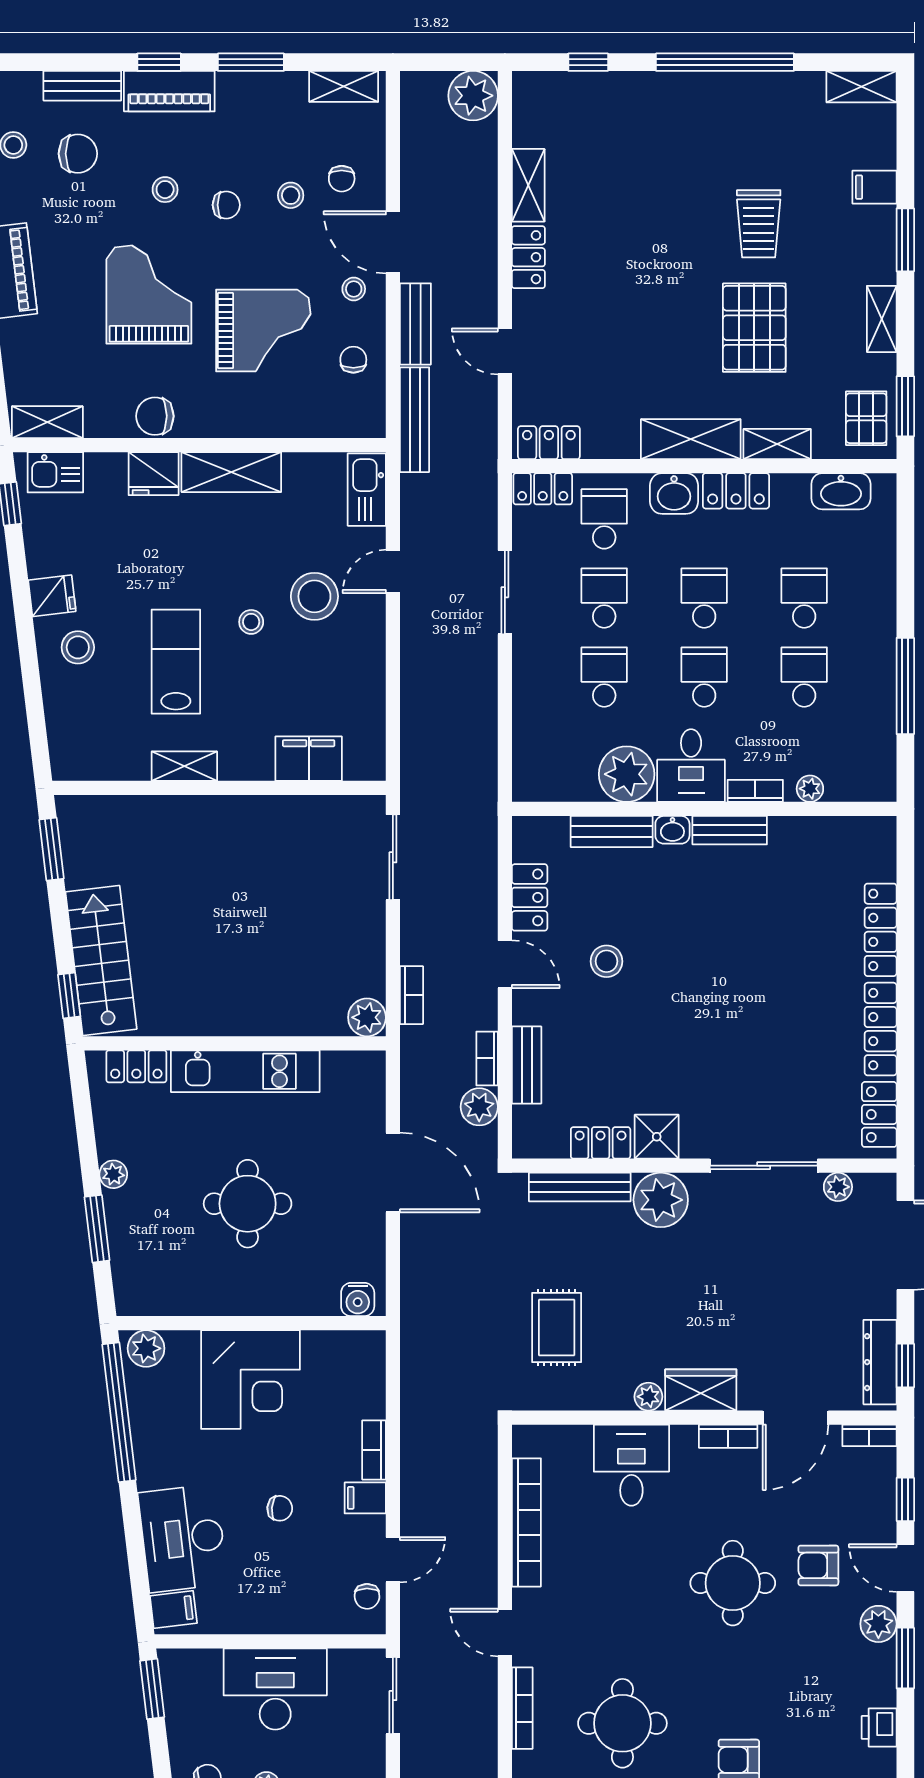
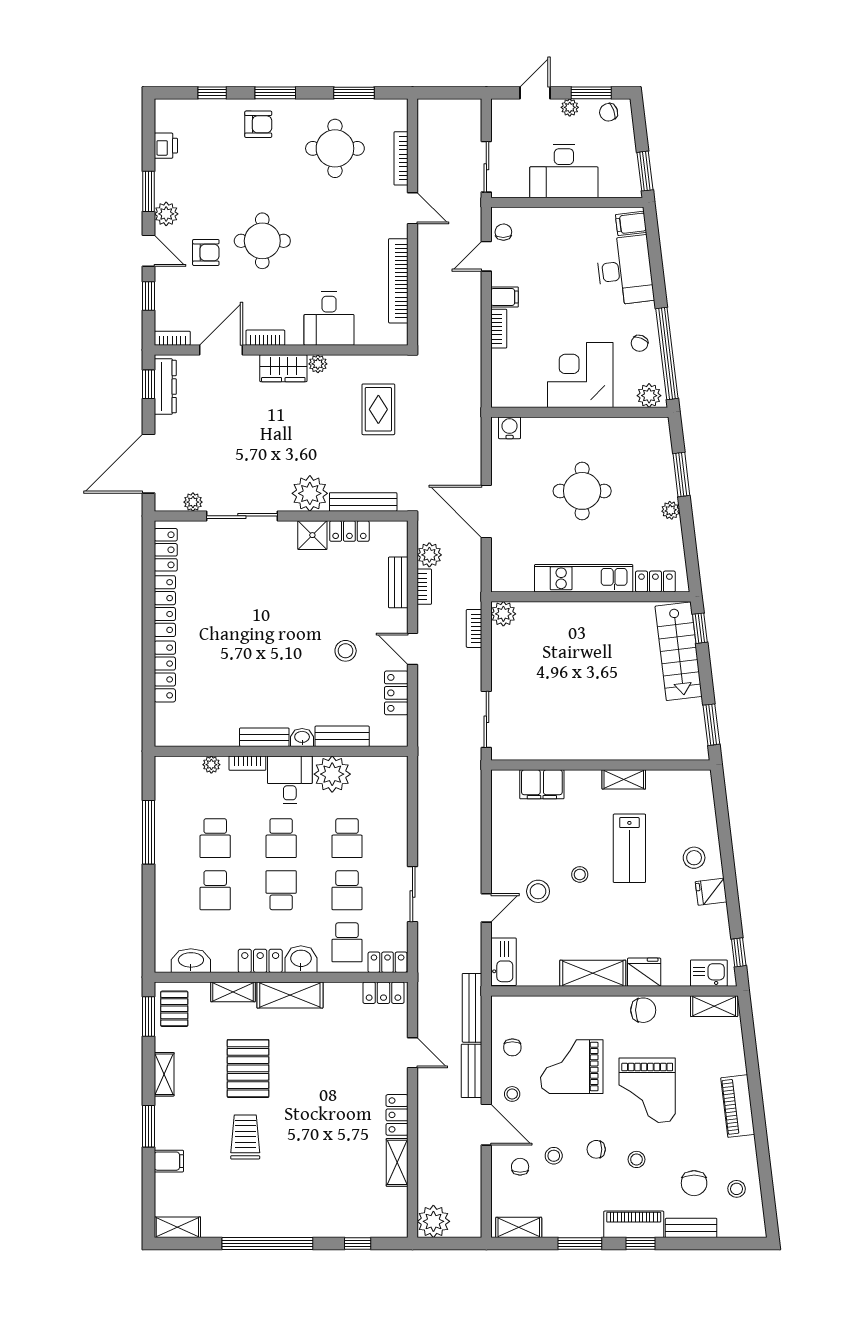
chair: (78, 154) -> (694, 1183), turned -90
stool: (314, 596) -> (538, 891), width x0.73, depth x0.73
school desk: (704, 598) -> (281, 890), turned 180
chair: (280, 1508) -> (640, 343), moved, turned -73

